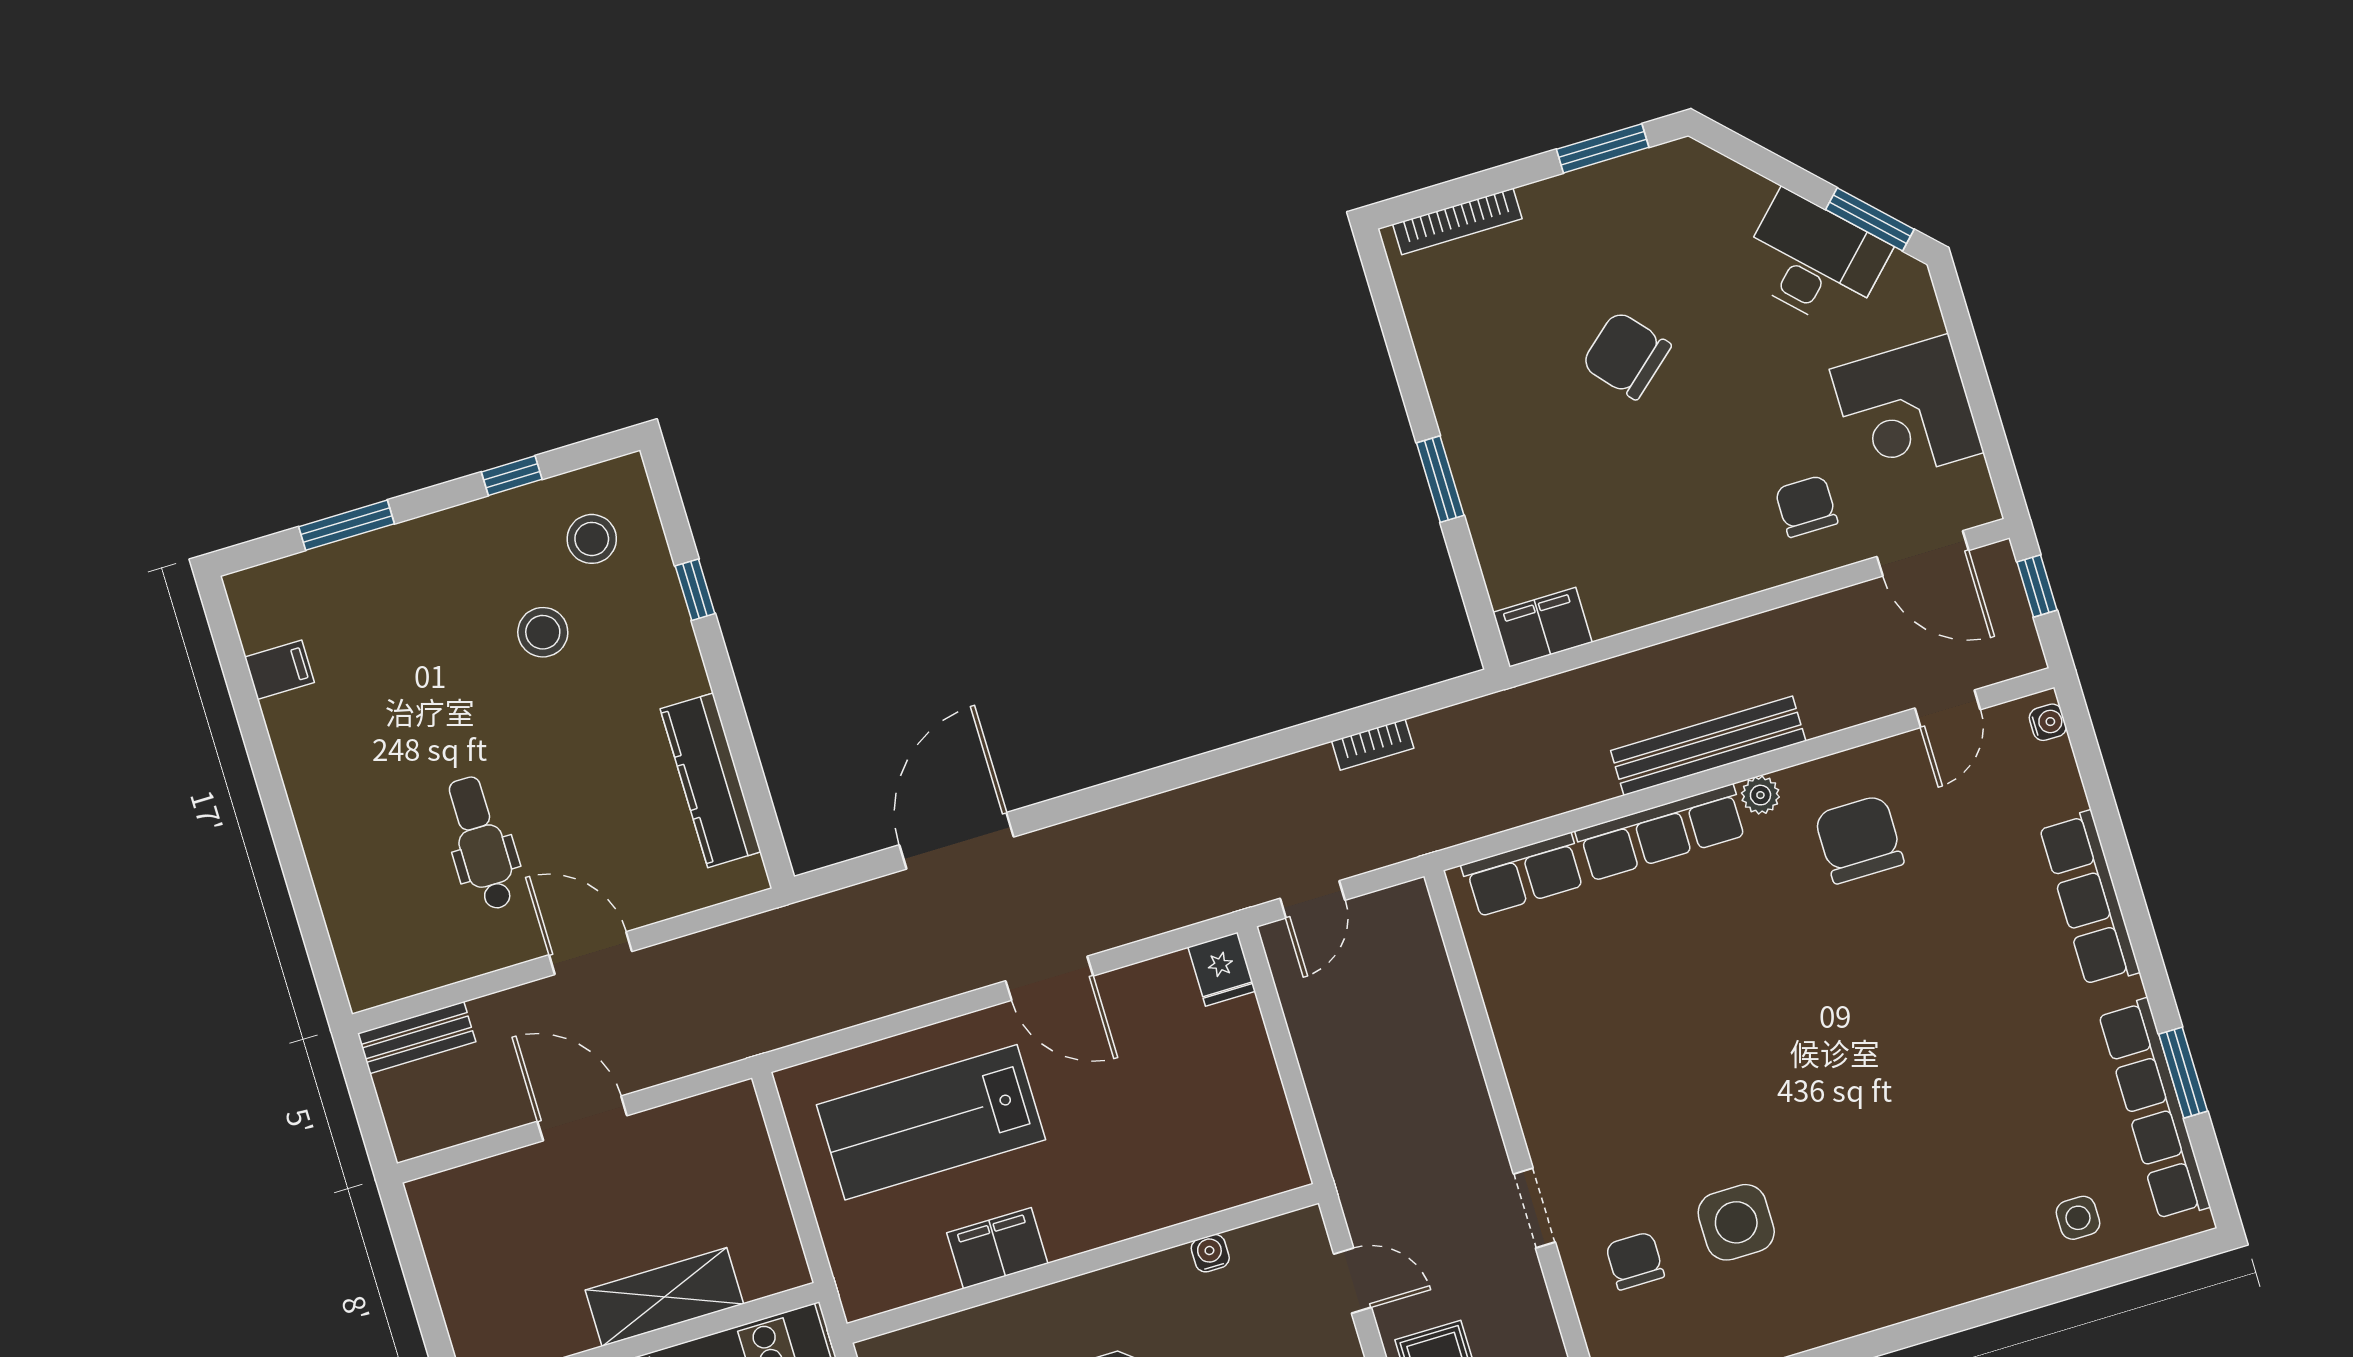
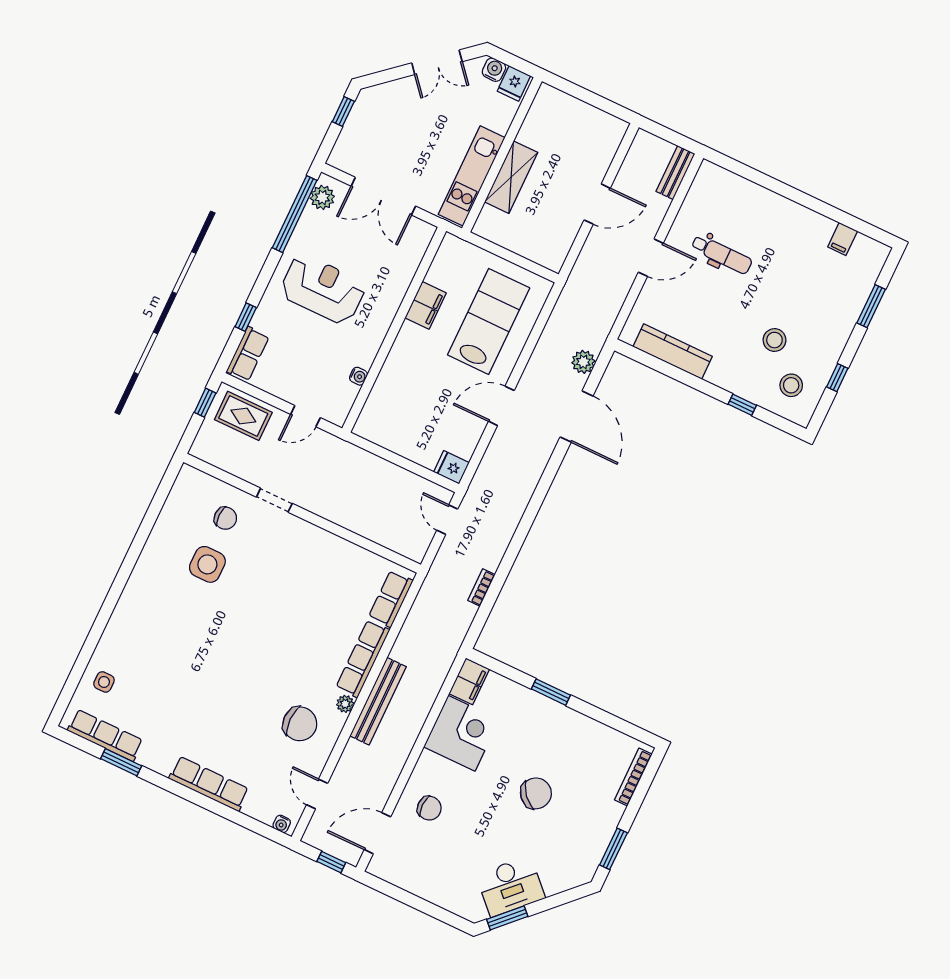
corner desk: (1907, 411) -> (461, 733), moved, turned 90
plant: (858, 910) -> (583, 362), added
row of seats: (2154, 1110) -> (105, 735), width x0.73

